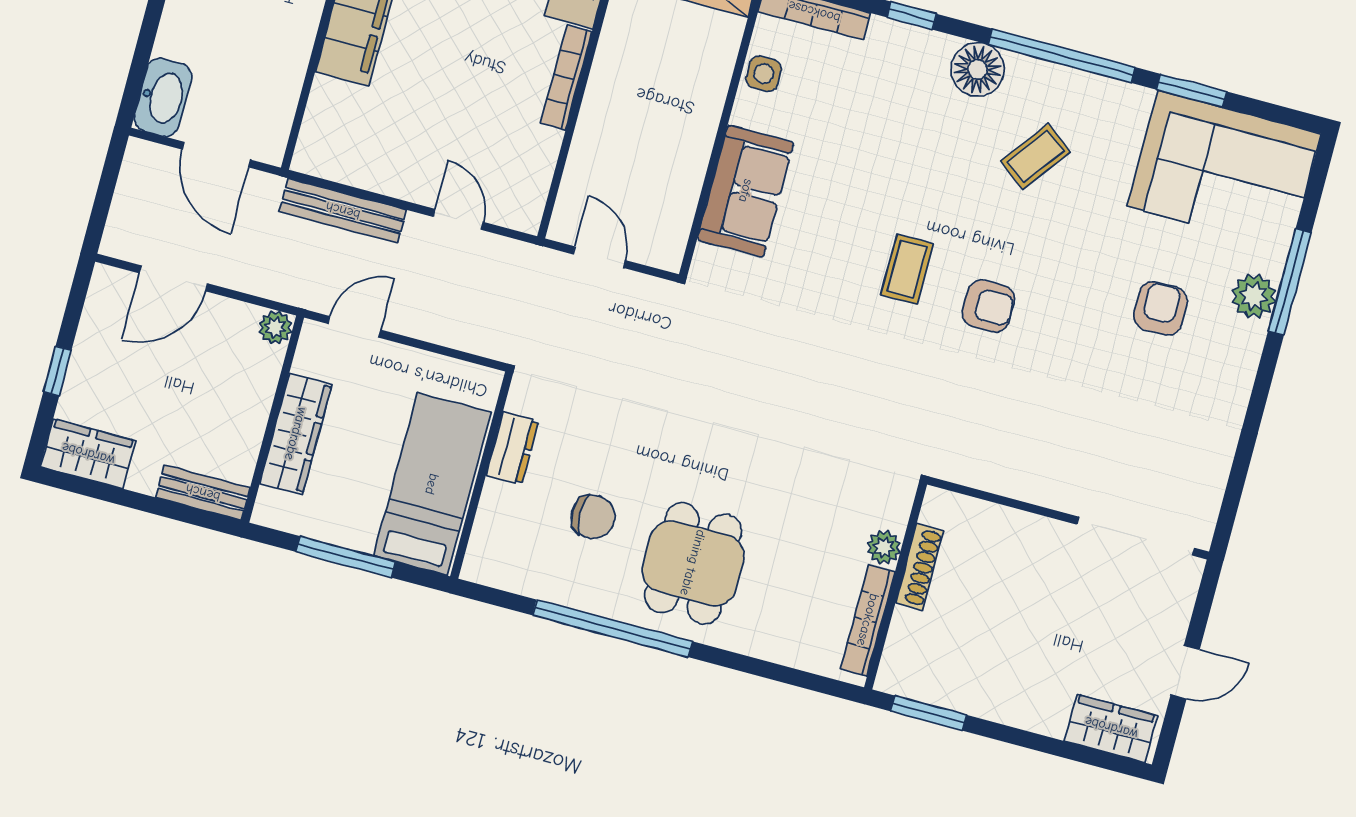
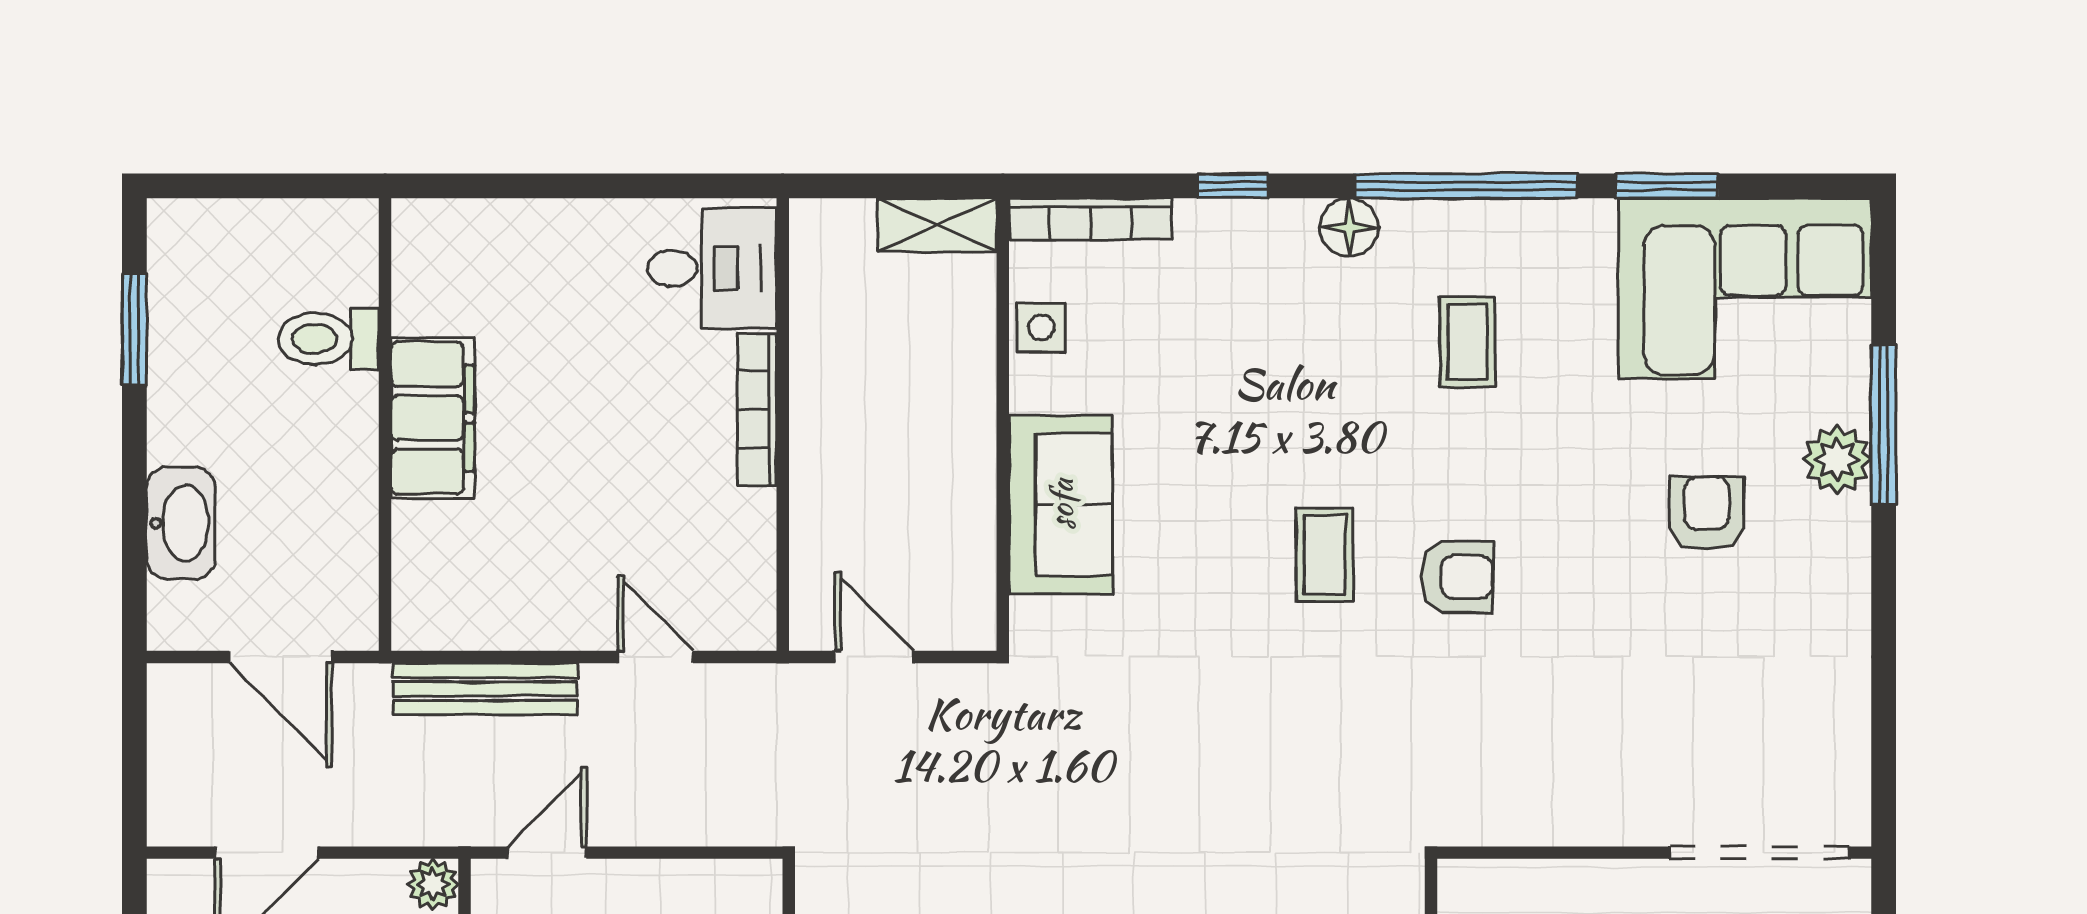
floor lamp: (978, 69) -> (1349, 227), width x0.73, depth x0.73
washbasin: (163, 97) -> (181, 523), moved
coffee table: (1036, 157) -> (1467, 342), turned -37

